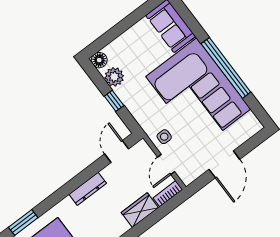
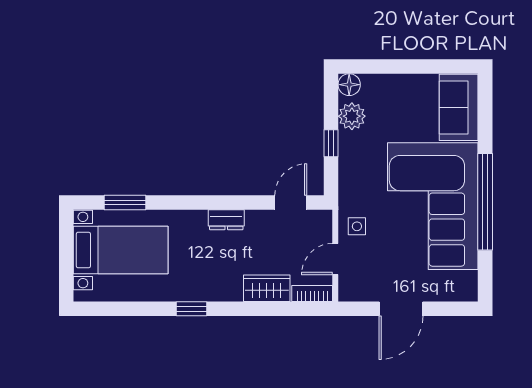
dresser: (88, 189) -> (226, 220), width x0.70

